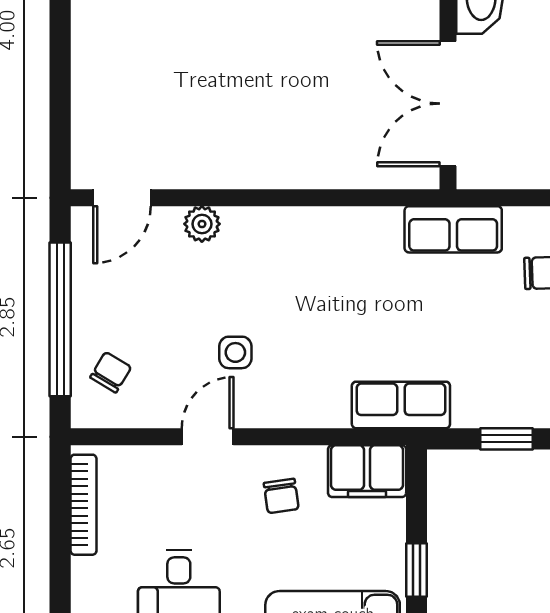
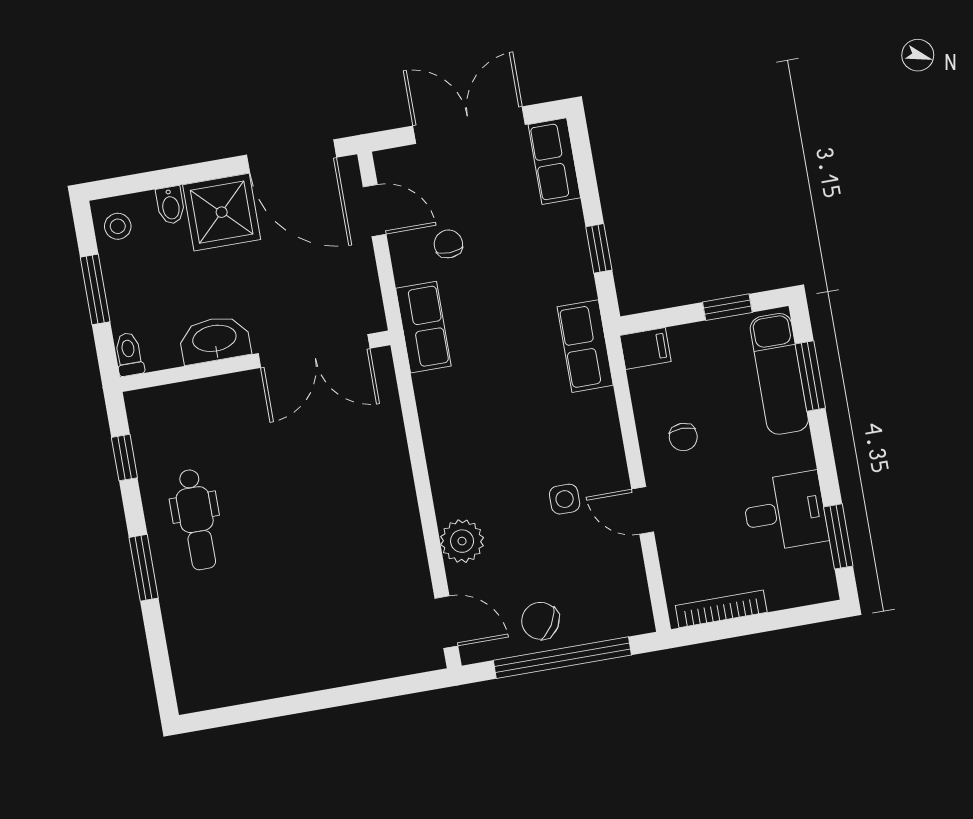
plant: (202, 224) -> (462, 541), width x1.38, depth x1.38
chair: (111, 372) -> (540, 621), moved, width x1.37, depth x1.37
filing cabinet: (367, 471) -> (645, 349), width x0.50
chair: (281, 496) -> (683, 437), turned 98

